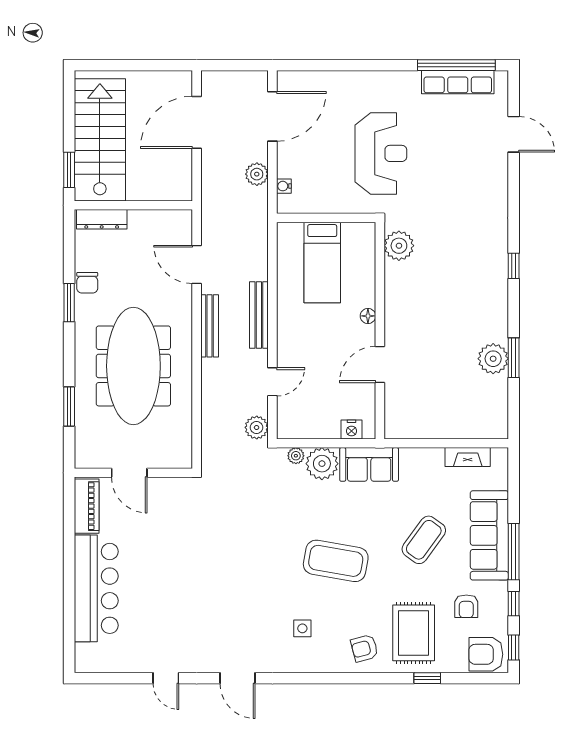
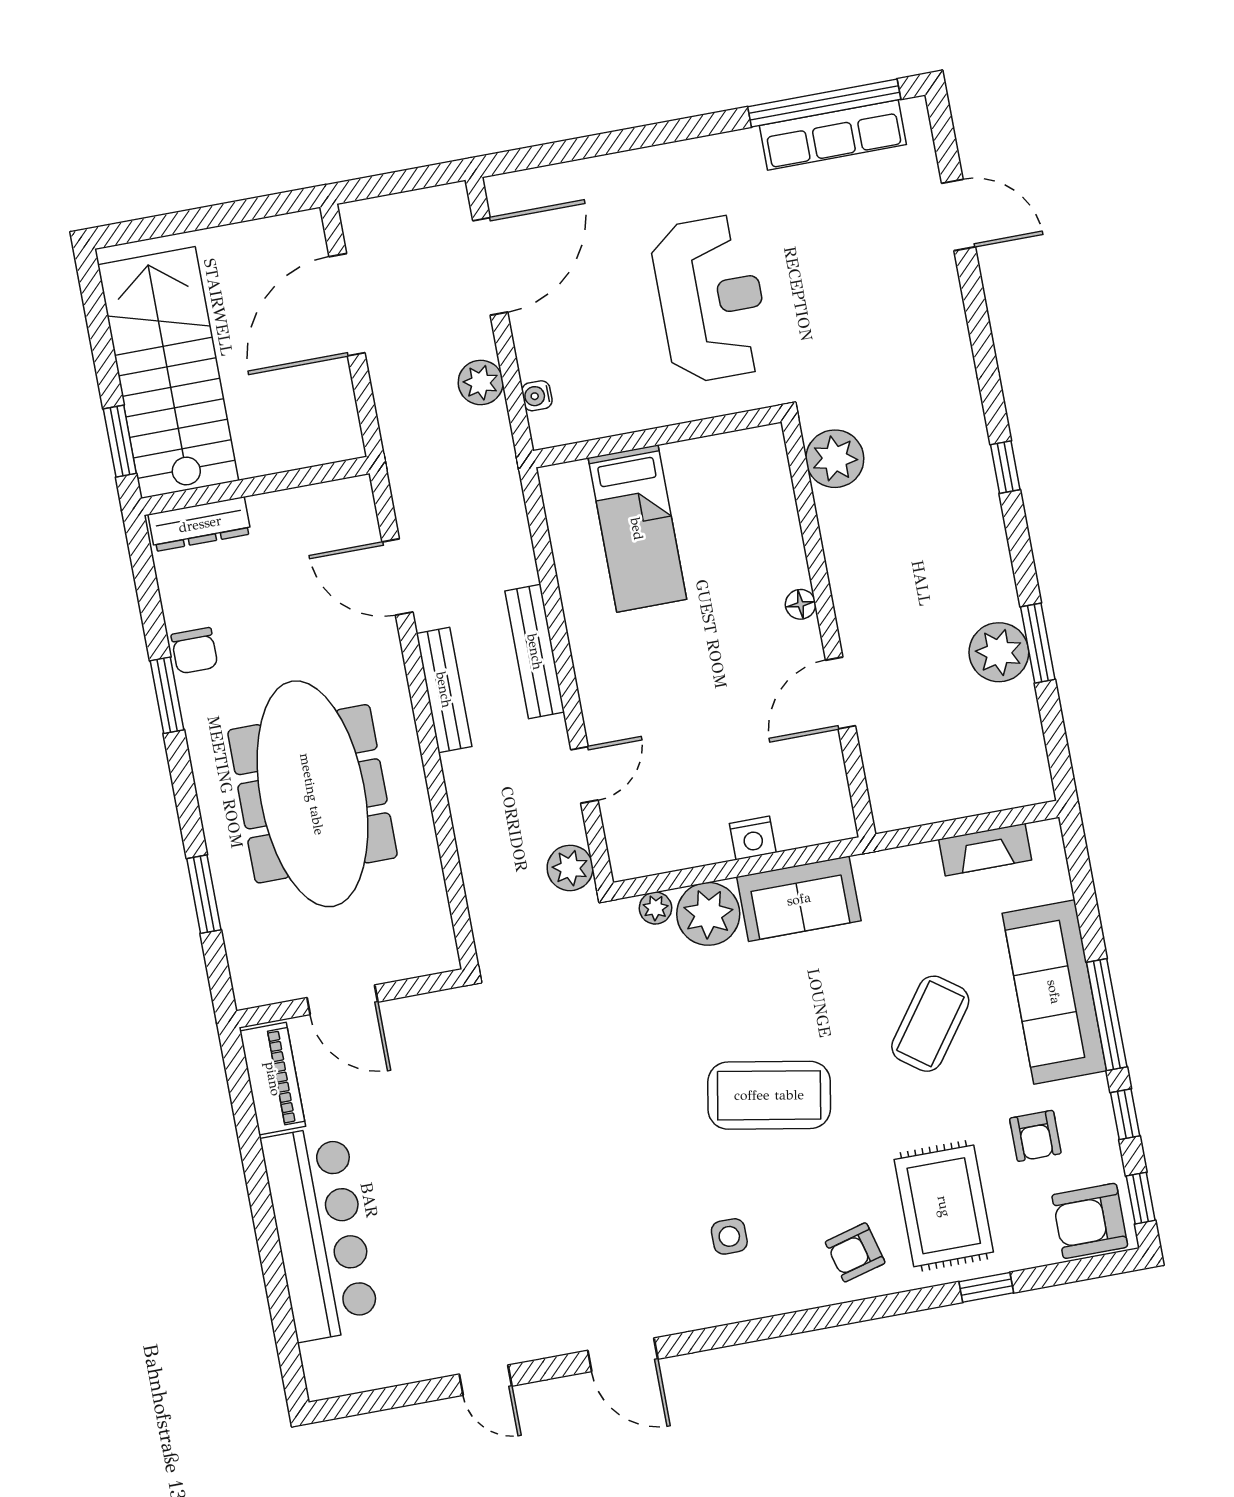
plant: (399, 246) -> (835, 459), moved
floor lamp: (368, 316) -> (800, 604), moved
wall: (380, 331) -> (828, 628), moved
door: (380, 365) -> (840, 693), moved

